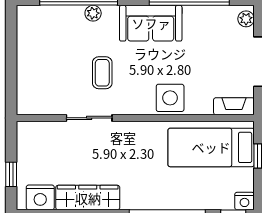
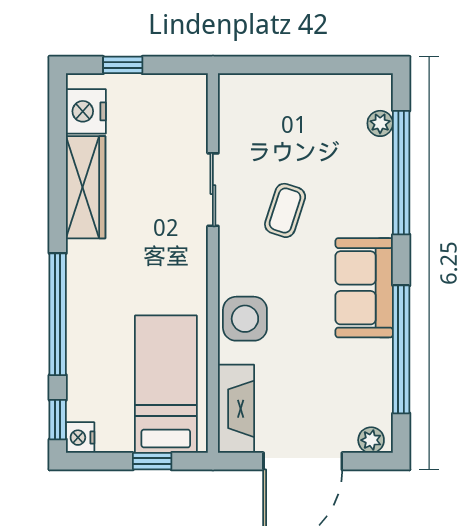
plant: (93, 13) -> (380, 123), moved
coffee table: (102, 73) -> (285, 210), turned -72
fireplace: (234, 106) -> (236, 409), width x1.37, depth x1.32

